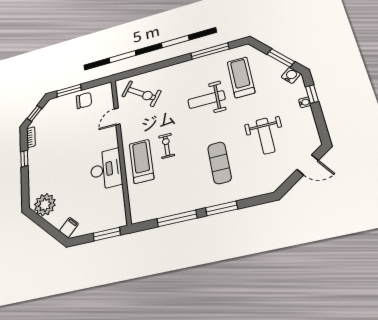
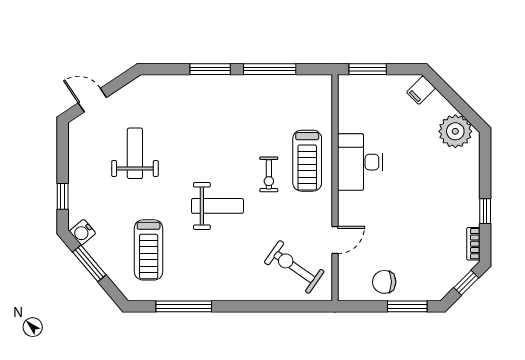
weight bench: (206, 99) -> (217, 206), moved
water cooler: (305, 102) -> (75, 187), removed
exercise mat: (219, 163) -> (201, 131), removed

